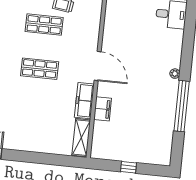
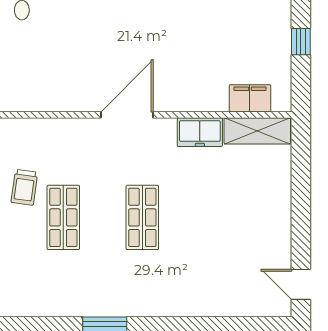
freezer: (84, 101) -> (200, 132), width x0.71
filing cabinet: (103, 109) -> (250, 98), moved

